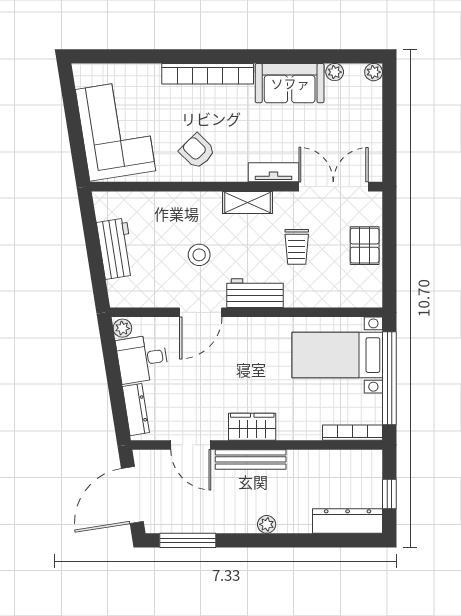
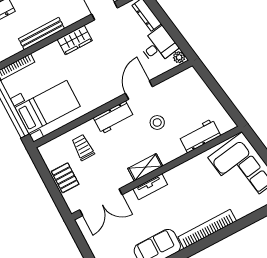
armchair: (197, 151) -> (190, 181), removed
tv unit: (274, 172) -> (150, 187), moved
trolley: (297, 247) -> (83, 147), moved
workbench: (116, 249) -> (200, 136), moved, turned 99
bench: (251, 459) -> (41, 34), moved

